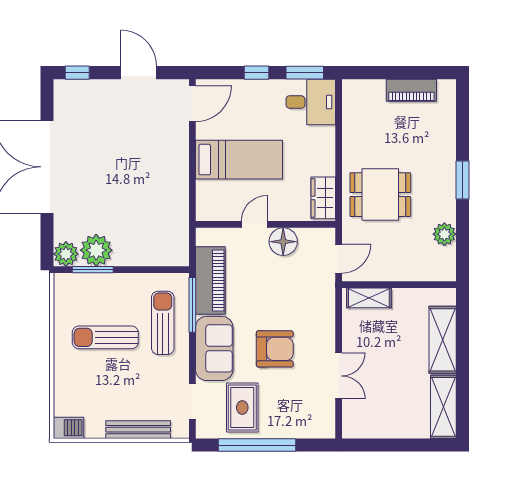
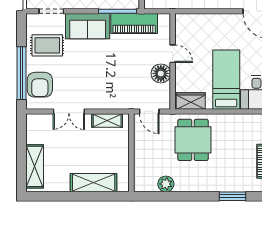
bed: (239, 160) -> (226, 80), moved, turned 180
window: (462, 180) -> (233, 196), moved
shelving: (369, 298) -> (107, 121), moved, turned 90
armchair: (275, 349) -> (40, 85), moved
shelving: (443, 407) -> (35, 166), moved, turned 90
window: (257, 445) -> (21, 73), moved

